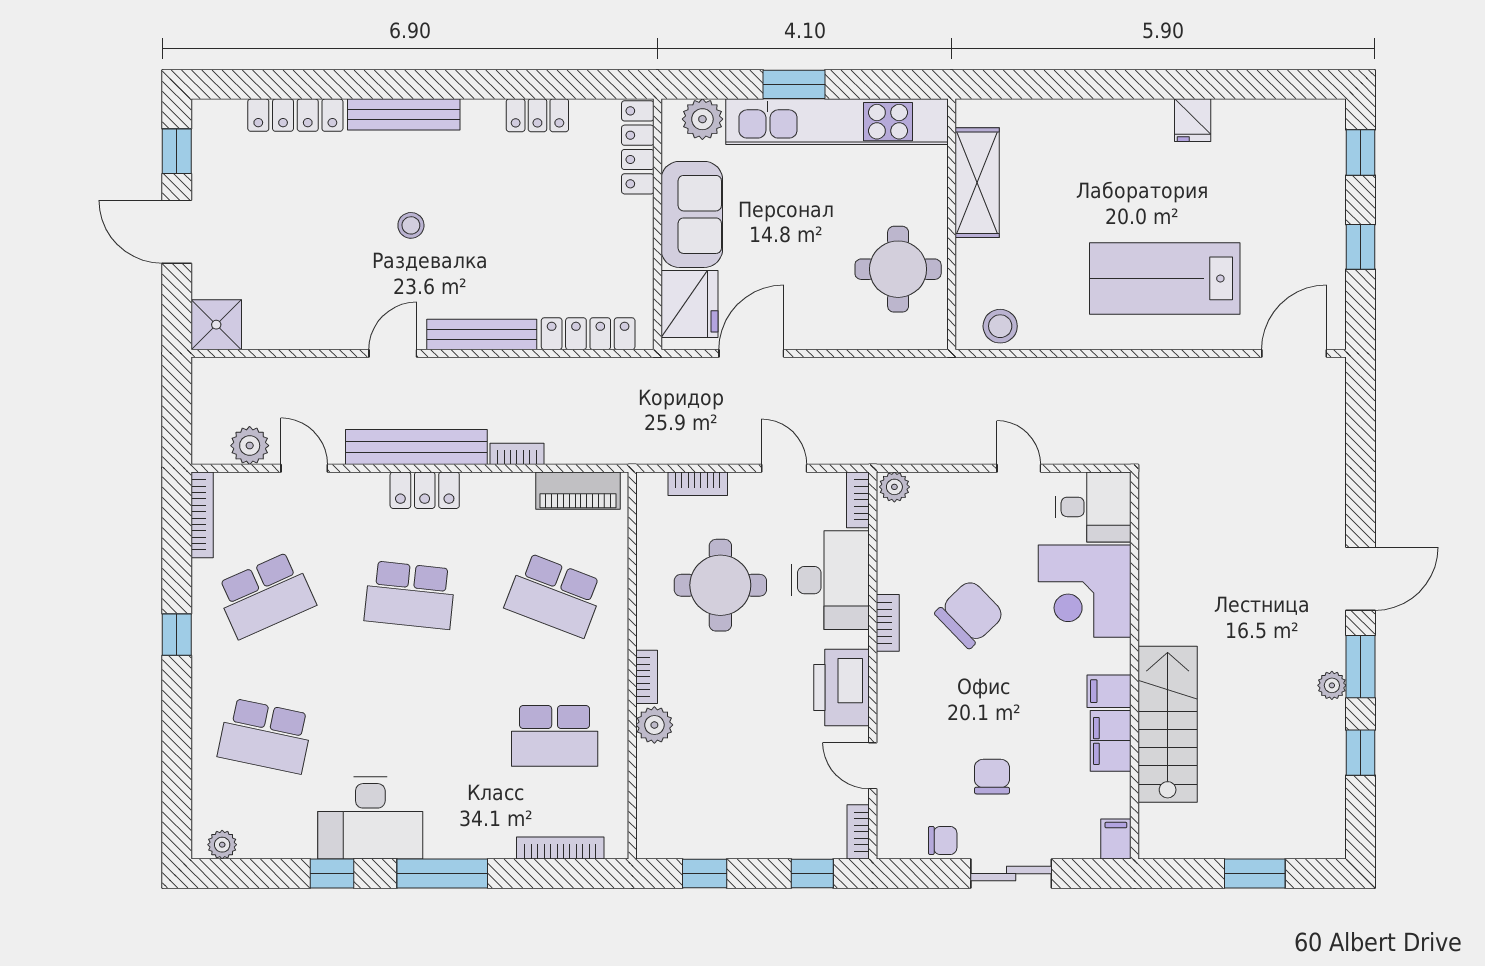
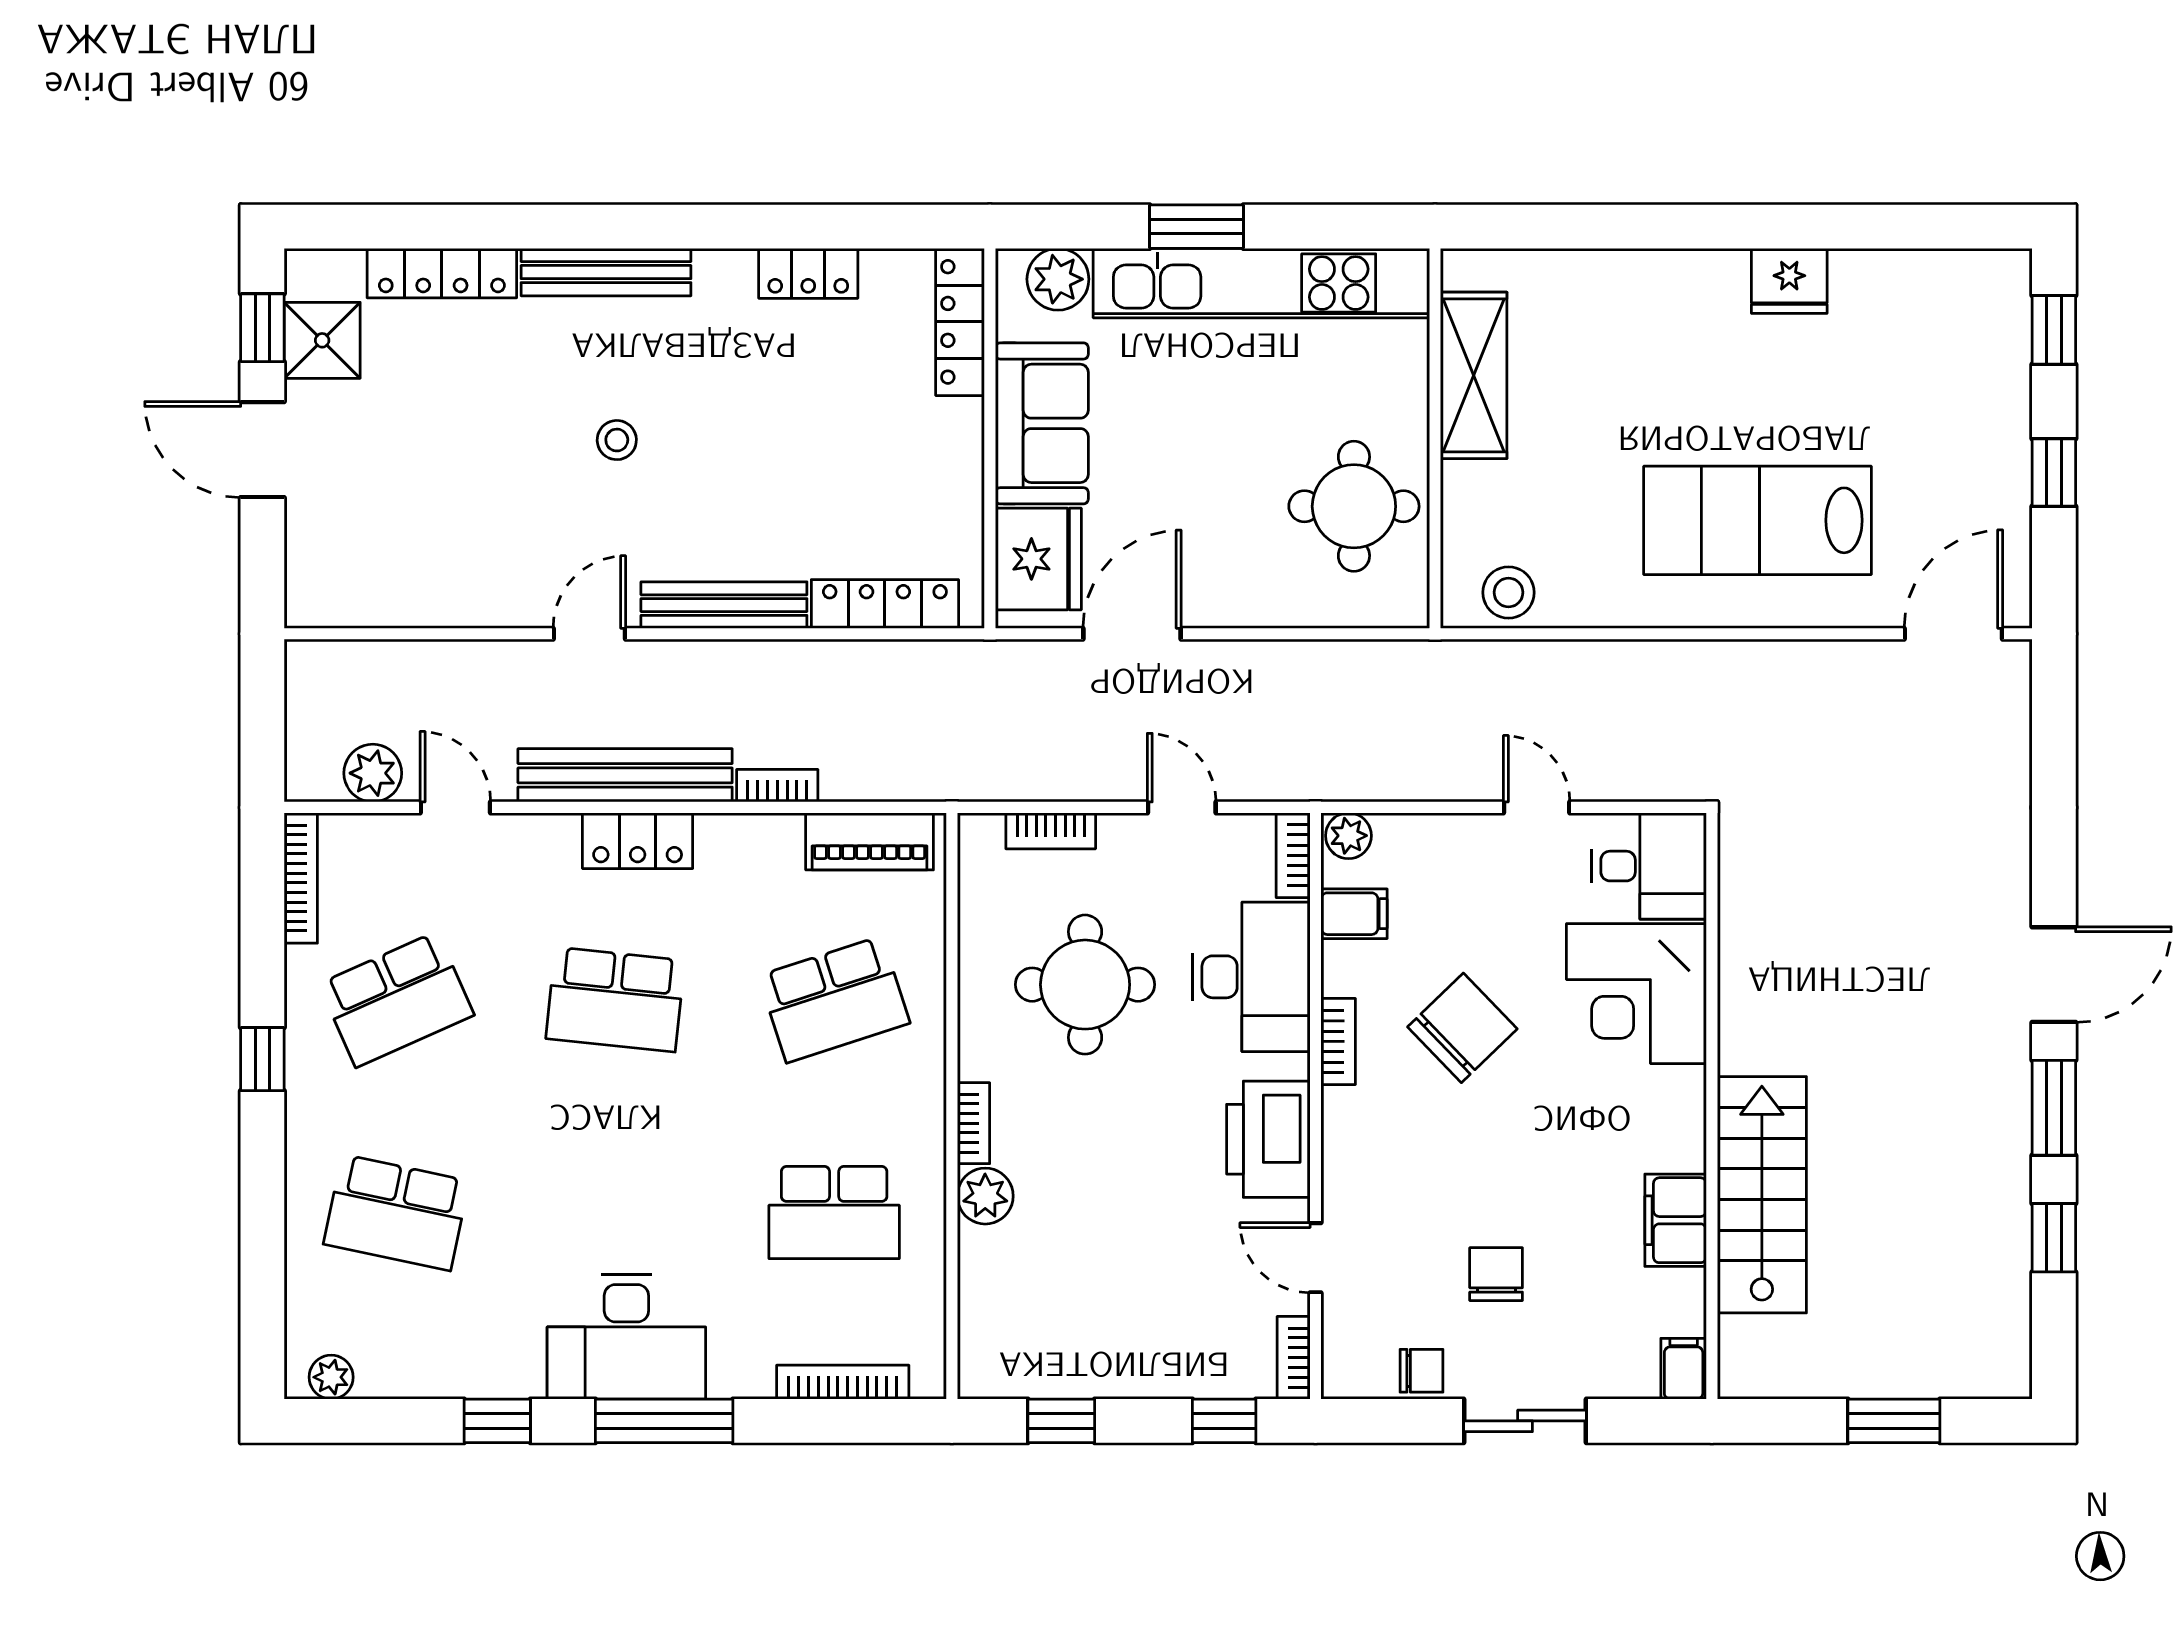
fridge: (1193, 120) -> (1789, 281), width x1.38
shower: (216, 325) -> (322, 340), moved
school desk: (555, 595) -> (834, 999), turned -39
plant: (1332, 685) -> (2010, 1136), removed
filing cabinet: (1109, 691) -> (1354, 914), moved, turned 180
desk: (370, 818) -> (626, 1337), moved

